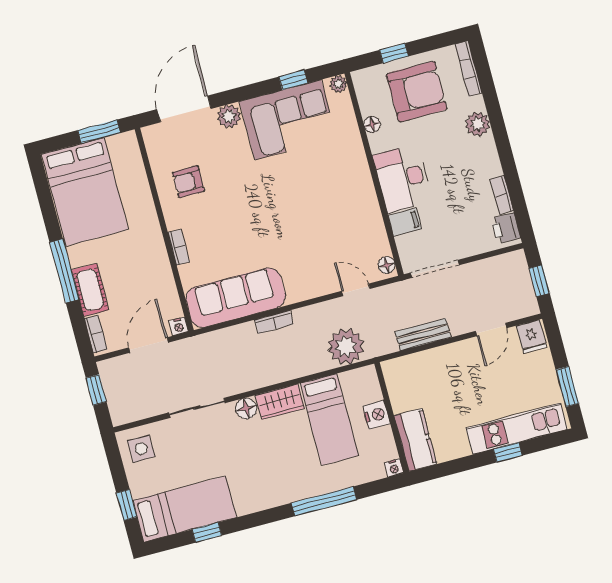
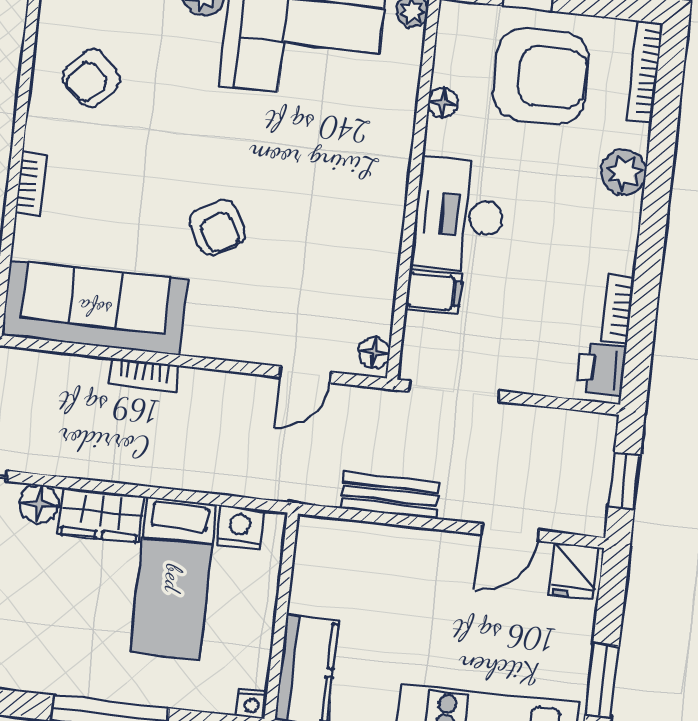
armchair: (188, 182) -> (91, 78), turned -46
armchair: (282, 232) -> (218, 227), added
door: (356, 290) -> (305, 374), swing flipped
plant: (346, 347) -> (251, 465), removed
nightstand: (376, 415) -> (240, 528), moved, turned -90

